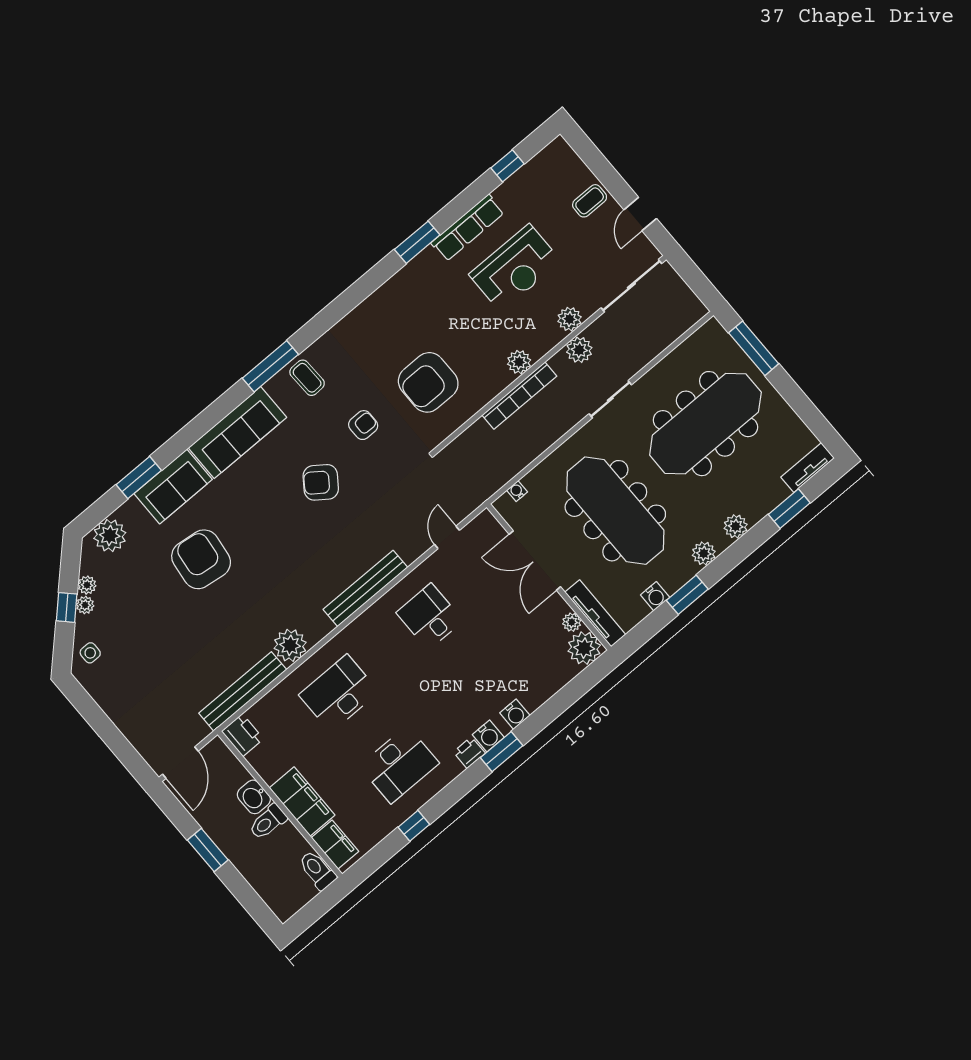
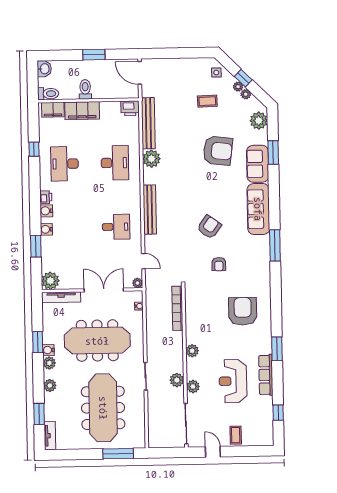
coffee table: (307, 378) -> (207, 101), moved
armchair: (428, 382) -> (243, 311), moved
bookcase: (519, 396) -> (177, 308), moved
water cooler: (655, 596) -> (48, 350), moved
plant: (572, 622) -> (137, 283), moved
window: (502, 752) -> (36, 246), moved
washbasin: (254, 797) -> (44, 69), moved, turned 90

